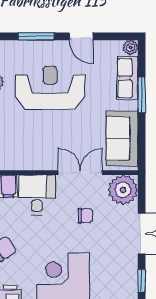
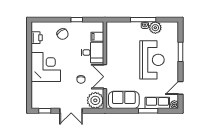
door: (81, 36) -> (181, 88), moved
double door: (80, 173) -> (105, 77), swing flipped

